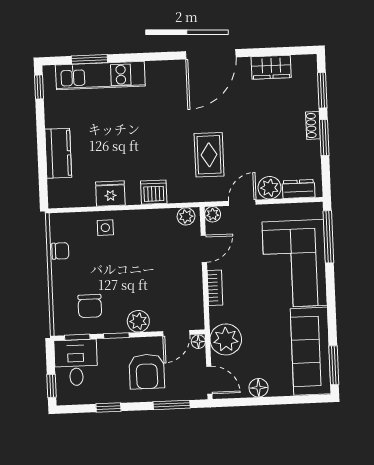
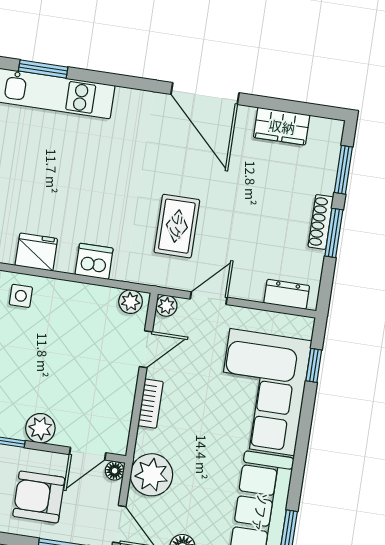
door: (211, 54) -> (205, 93), hinge flipped
shoe rack: (313, 125) -> (321, 222), width x1.43
plant: (270, 188) -> (248, 285), removed
window: (328, 237) -> (314, 365), width x0.46
armchair: (147, 371) -> (39, 497), turned 90

